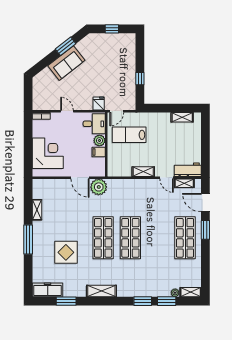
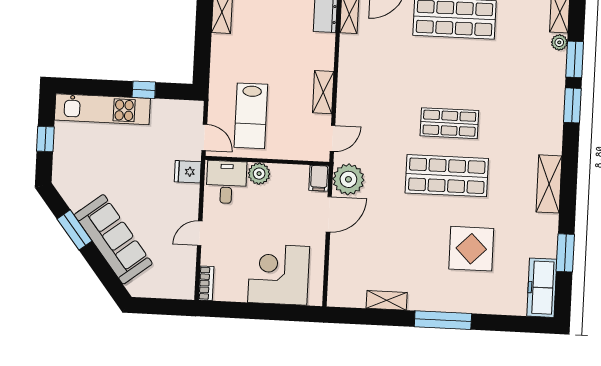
kitchen unit: (129, 58) -> (102, 109), added
sofa: (66, 63) -> (113, 239), width x1.36
filing cabinet: (99, 152) -> (319, 178), moved
door: (167, 178) -> (333, 138), moved
shop shelf: (130, 238) -> (449, 123), width x0.70, depth x0.74

